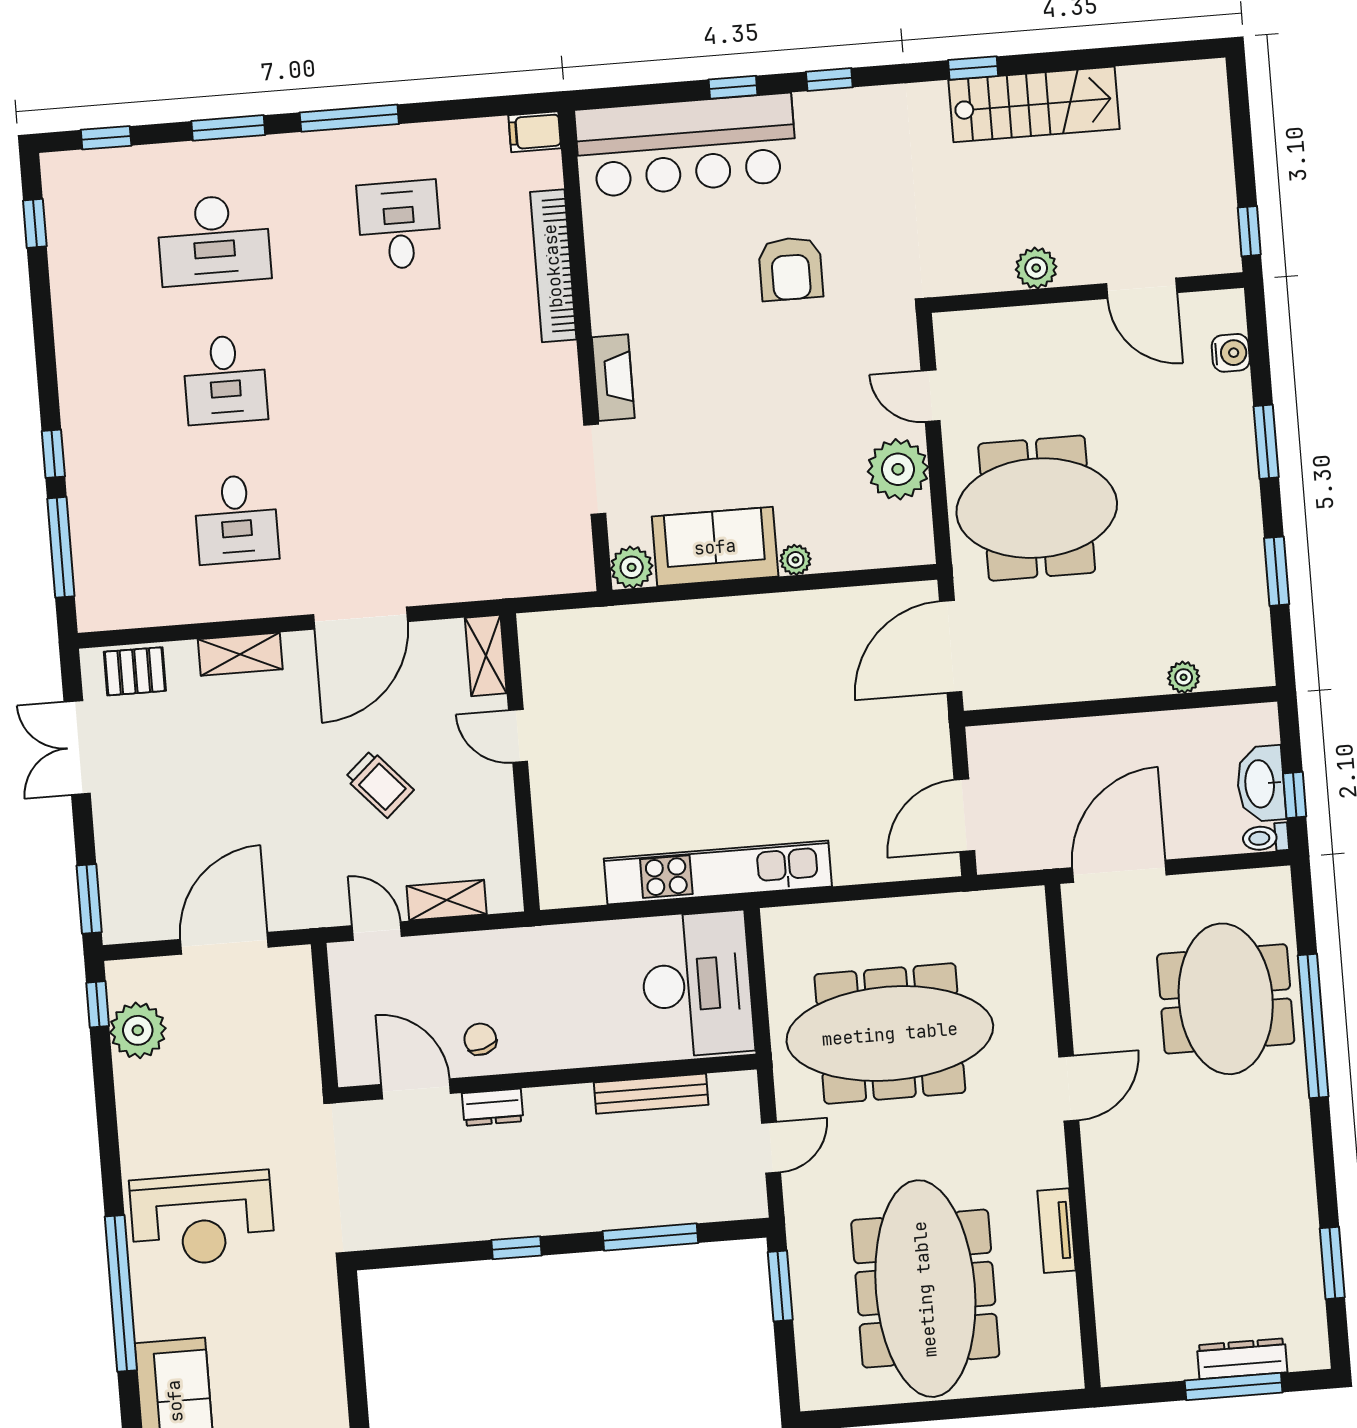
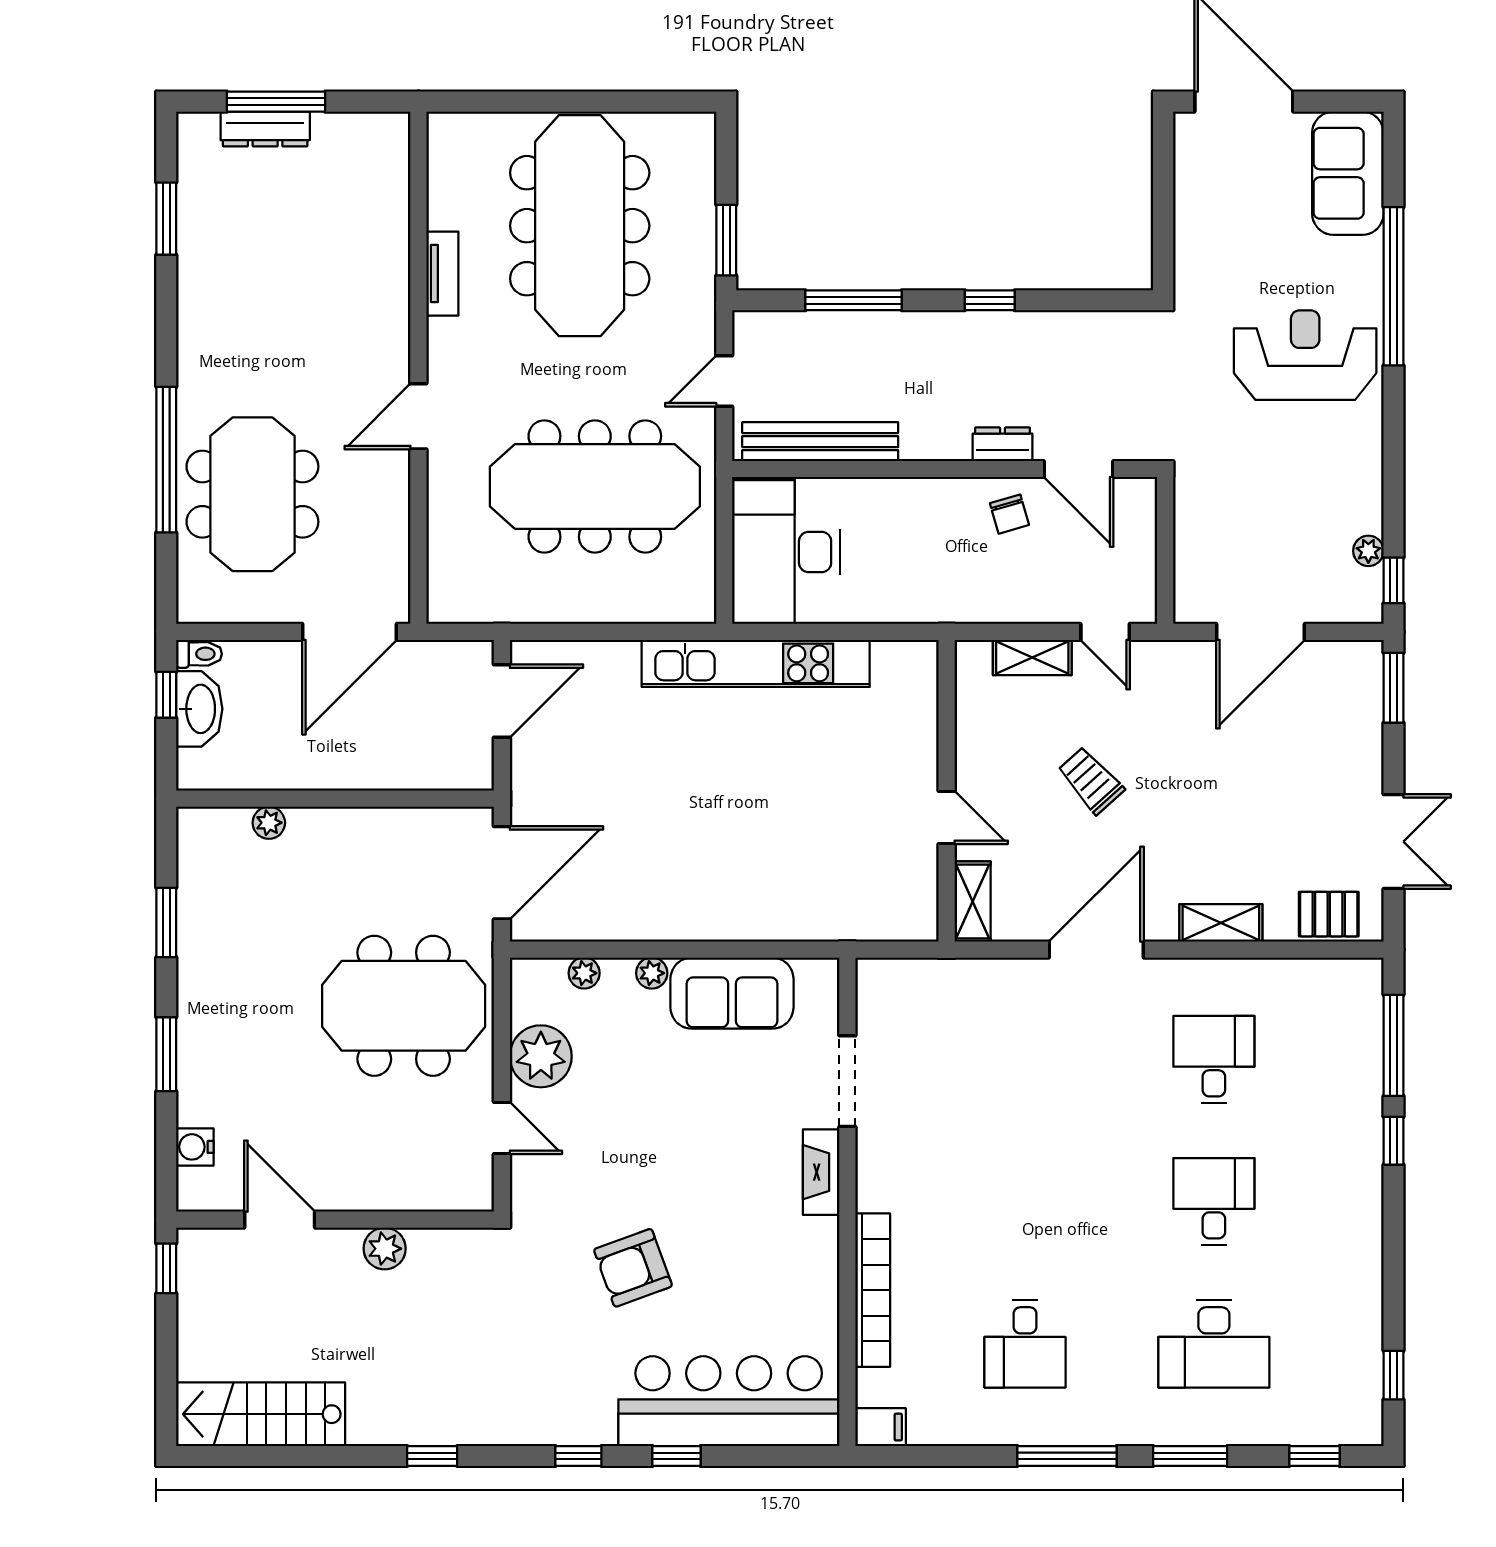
stairs: (1034, 104) -> (261, 1414), moved
desk: (214, 240) -> (1214, 1344), turned 180
armchair: (791, 269) -> (633, 1268), turned -110
plant: (632, 567) -> (584, 973), moved, width x0.73, depth x0.73
plant: (138, 1030) -> (1368, 551), width x0.53, depth x0.53
bench: (651, 1094) -> (820, 442), width x1.37, depth x1.21

